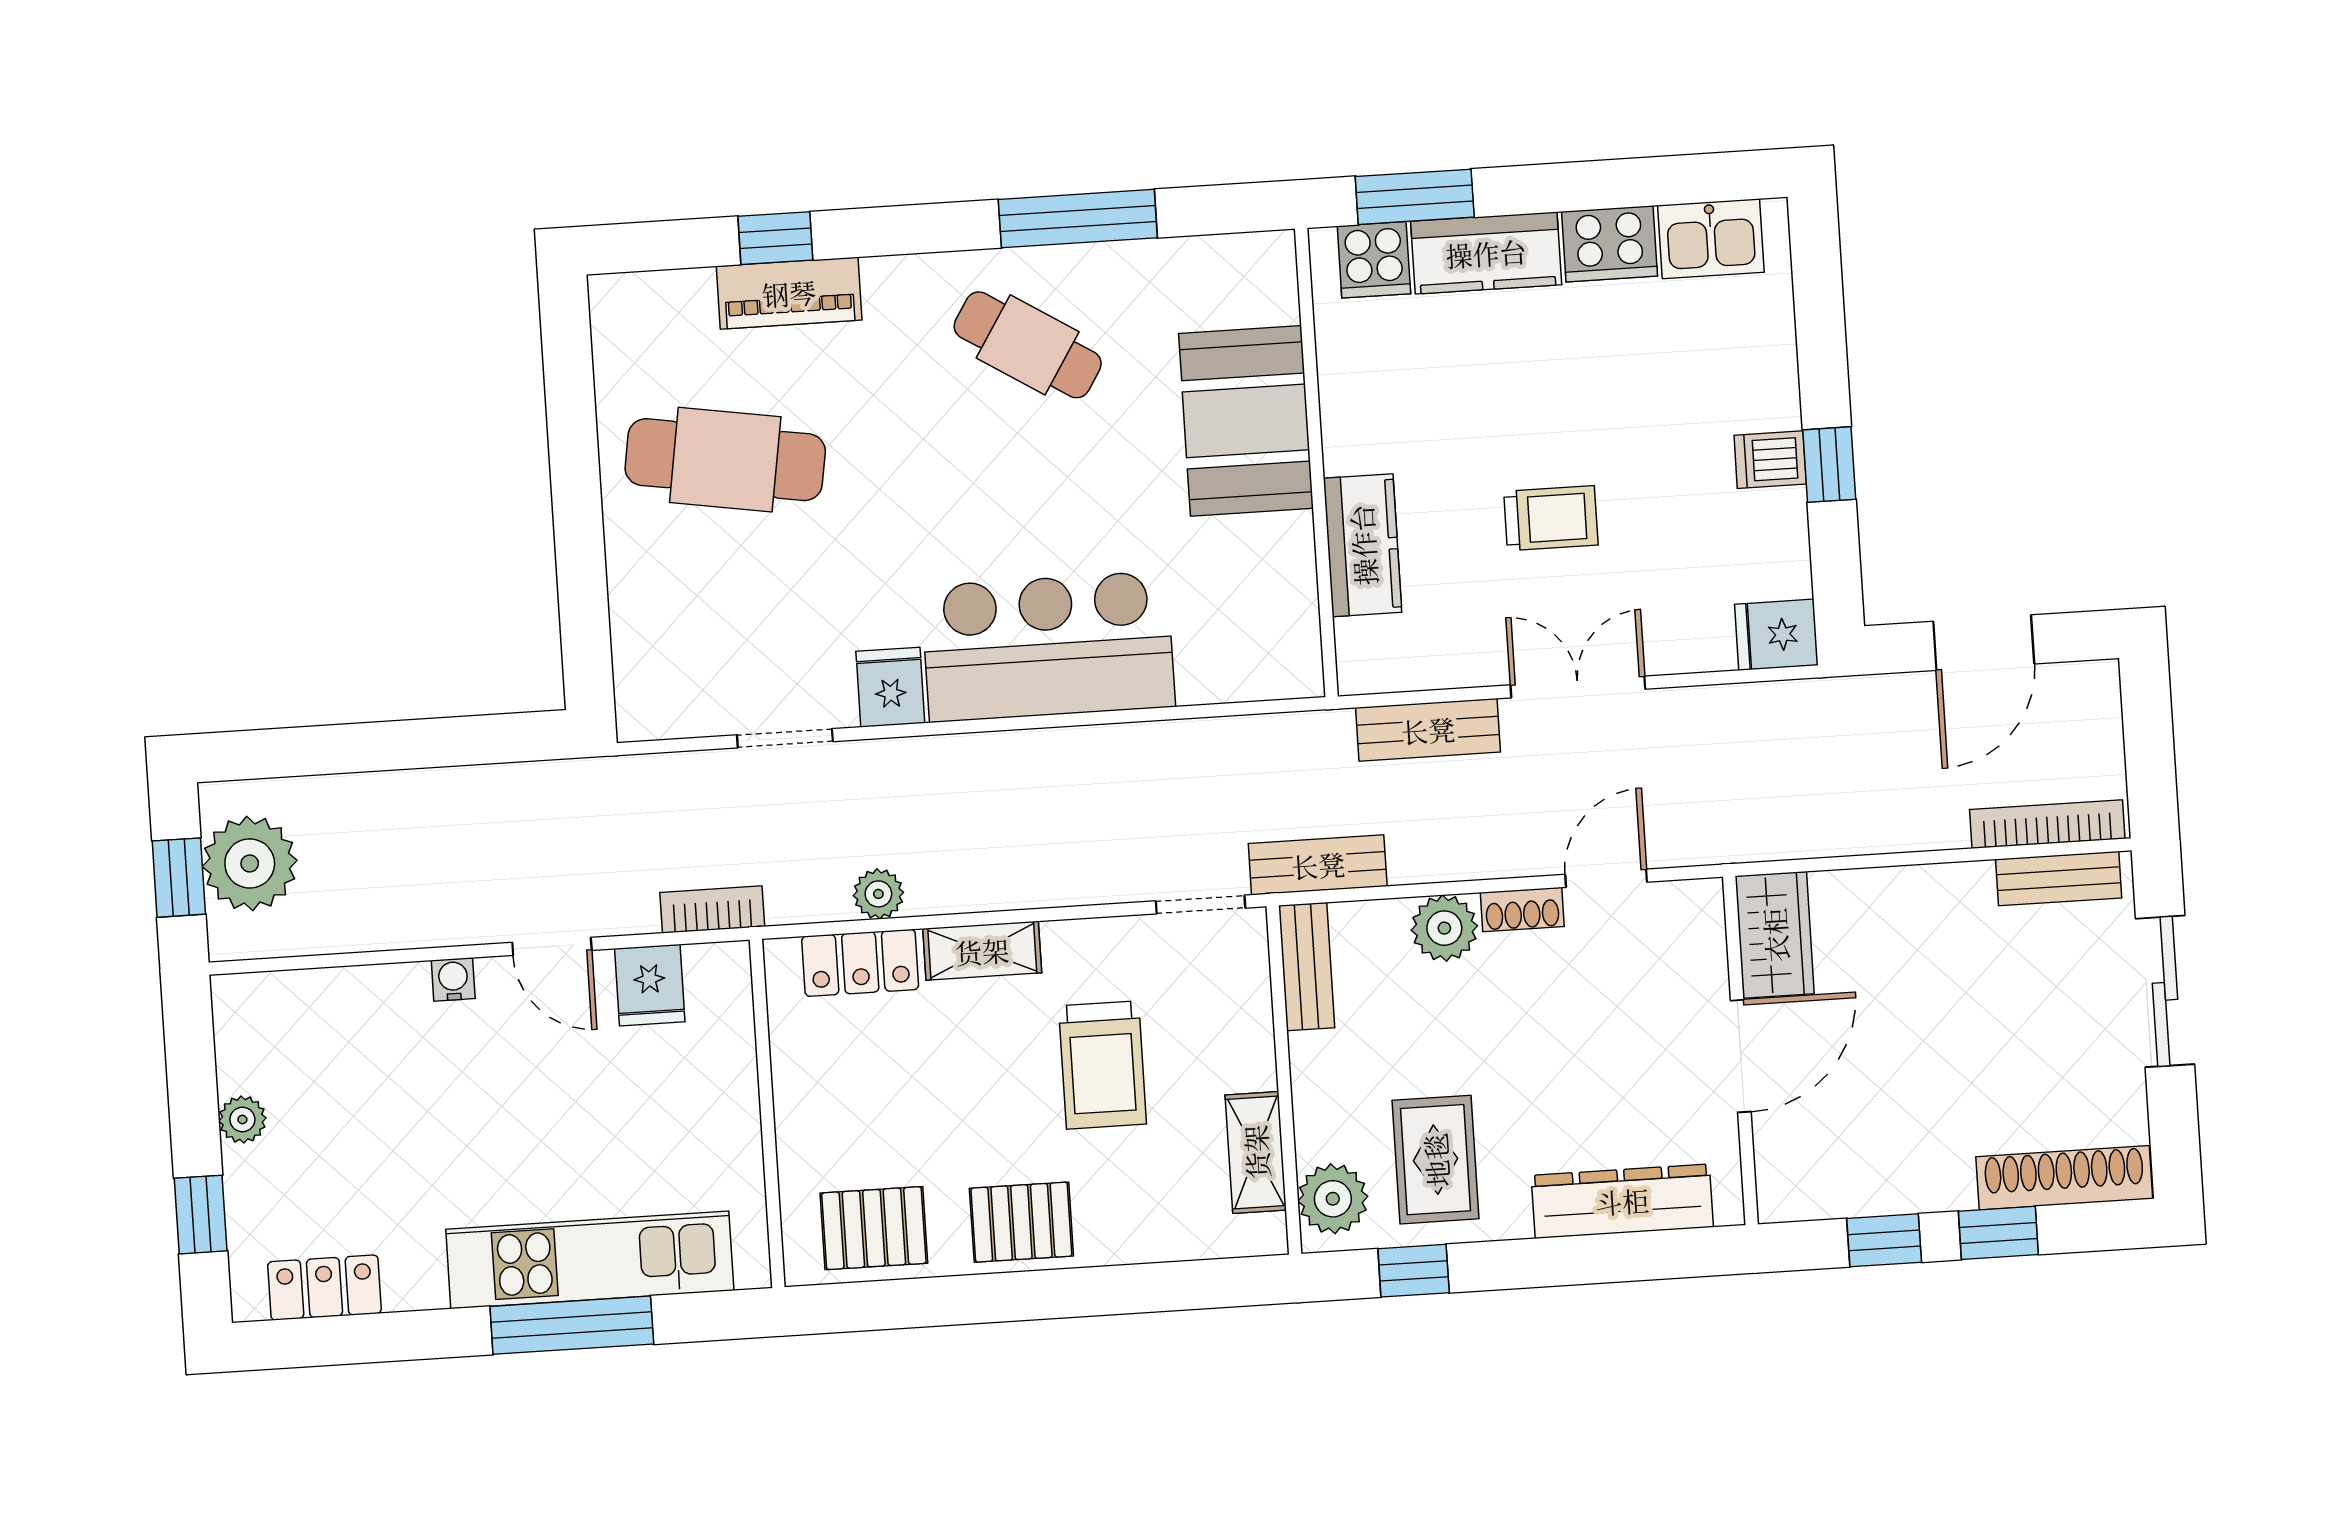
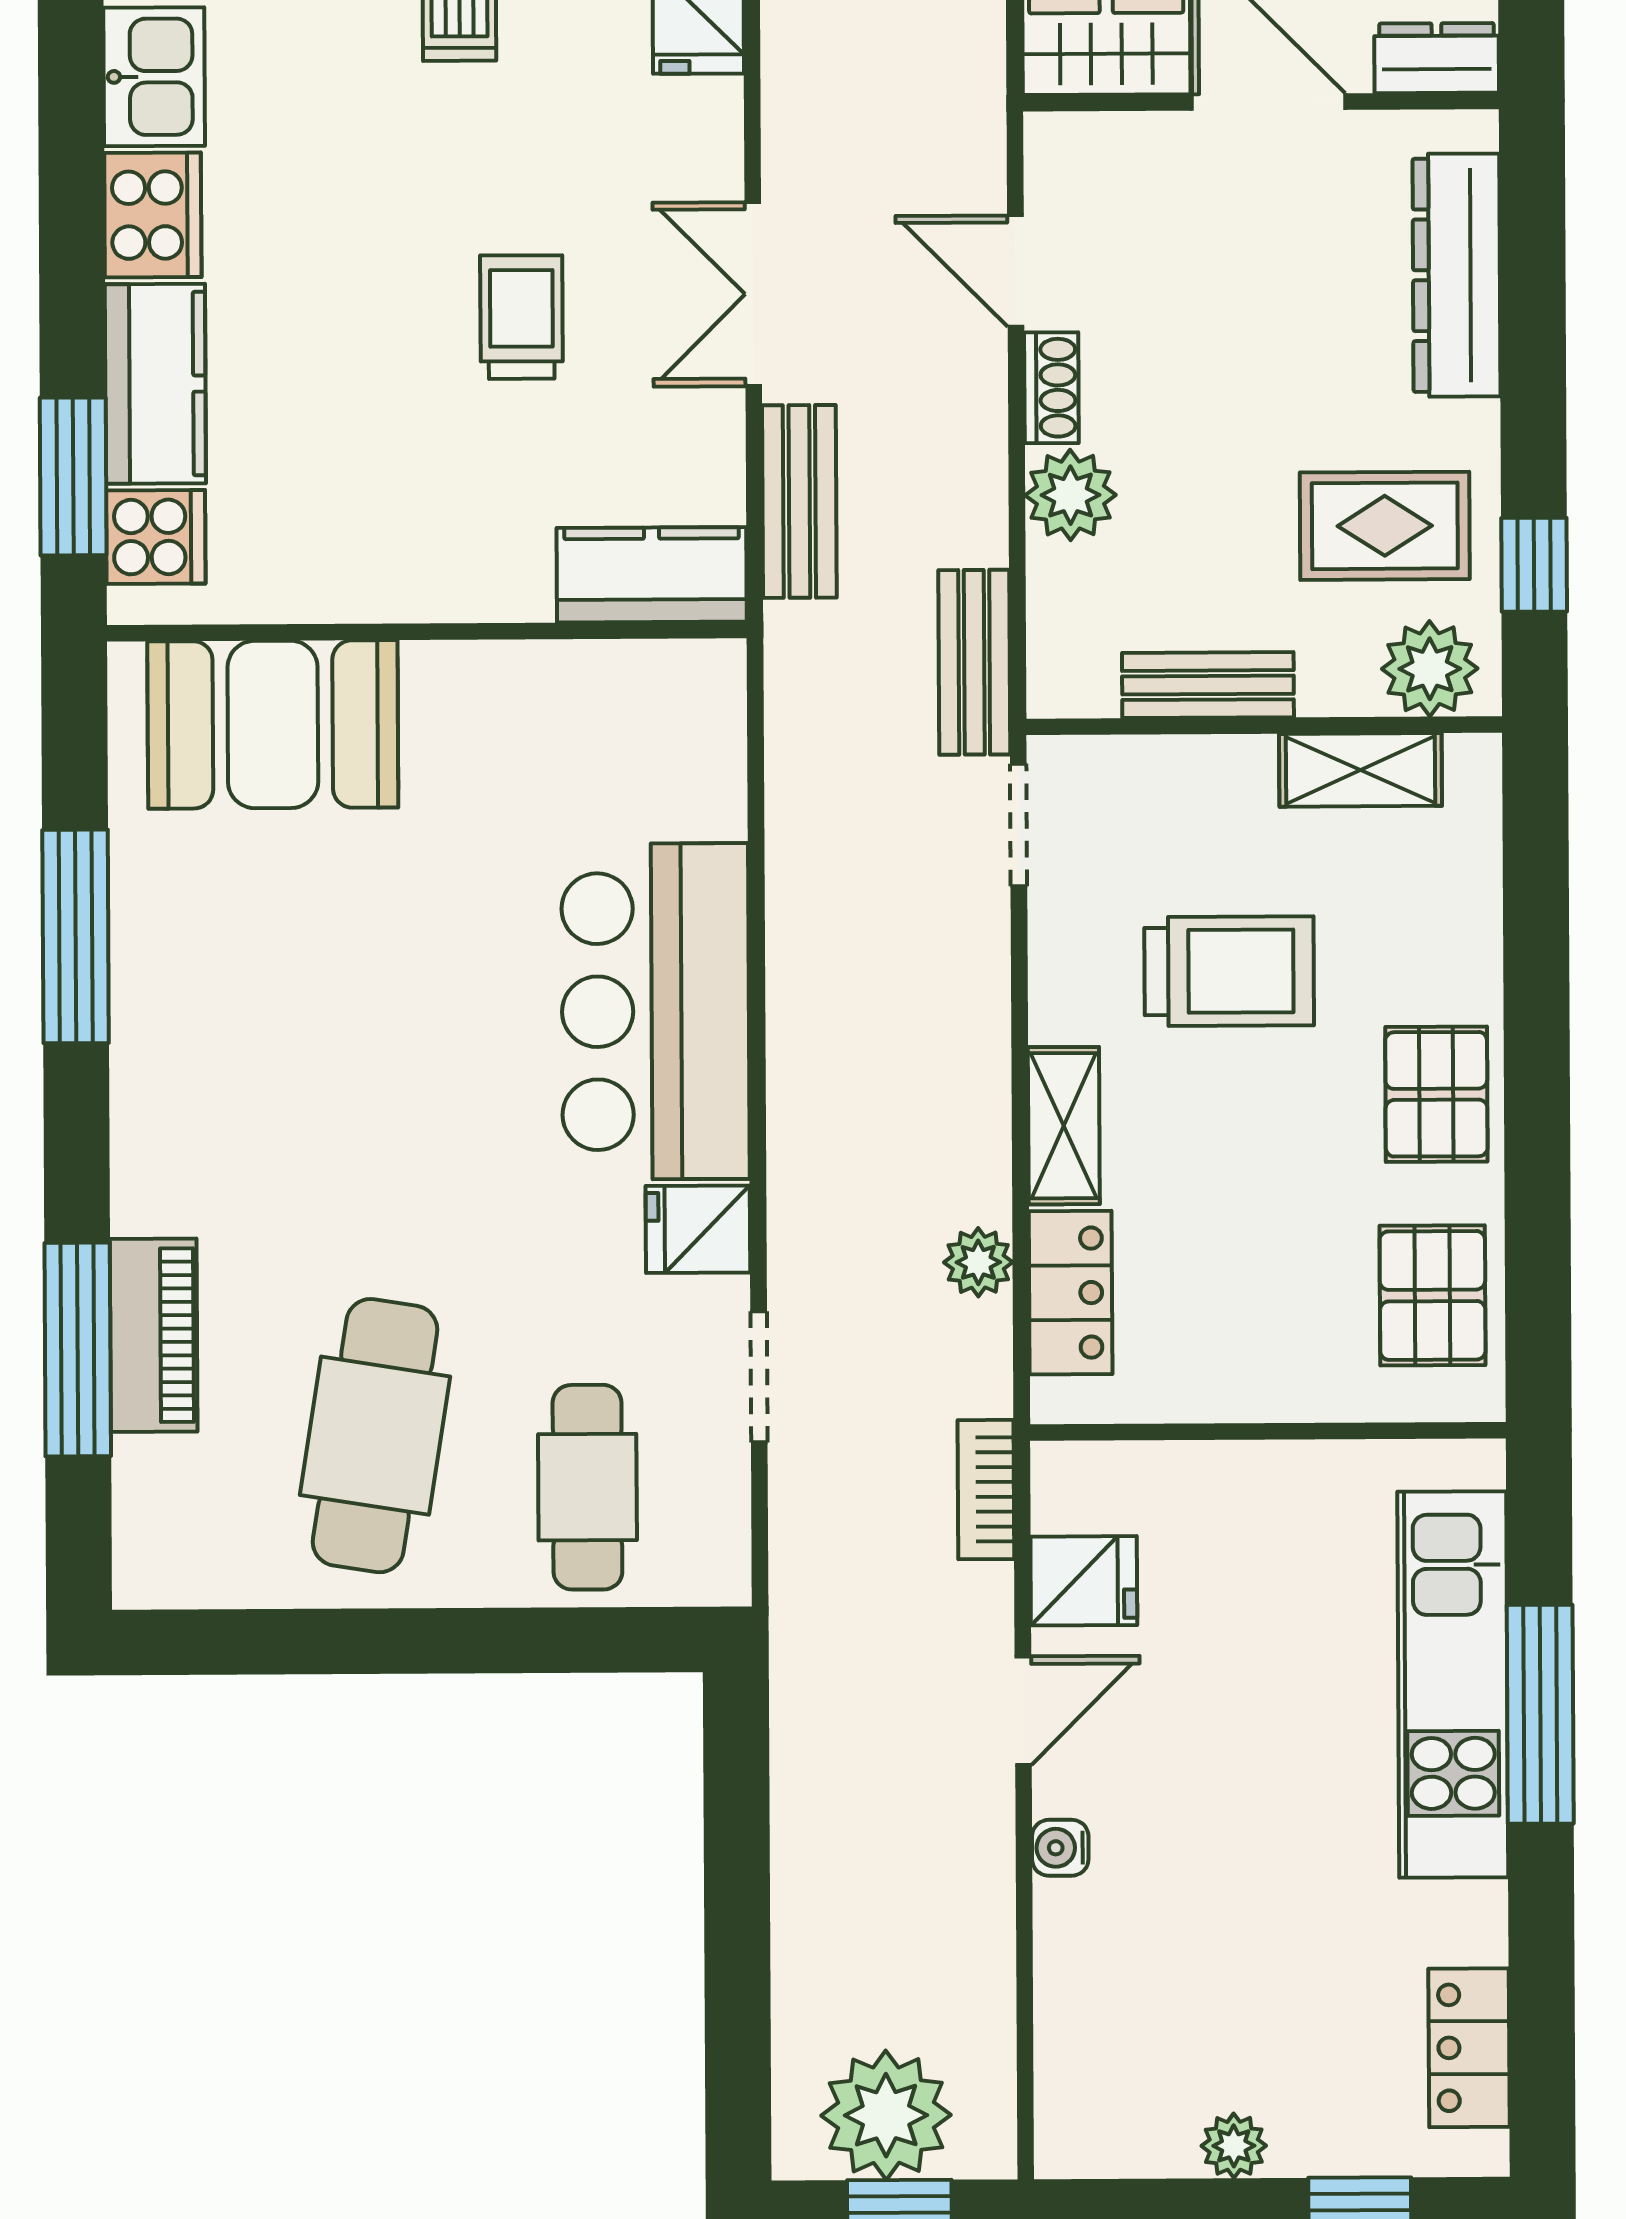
window: (775, 238) -> (78, 1349), width x2.17
cafe table: (1028, 345) -> (587, 1487), moved, turned -32
booth: (1246, 421) -> (273, 724), moved
kitchen counter: (1363, 545) -> (652, 575), moved
bench: (1307, 967) -> (1208, 685), moved
dresser: (1780, 1177) -> (1437, 58), added

